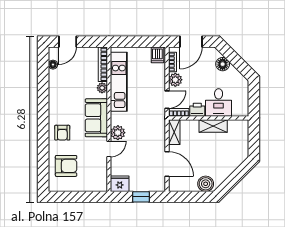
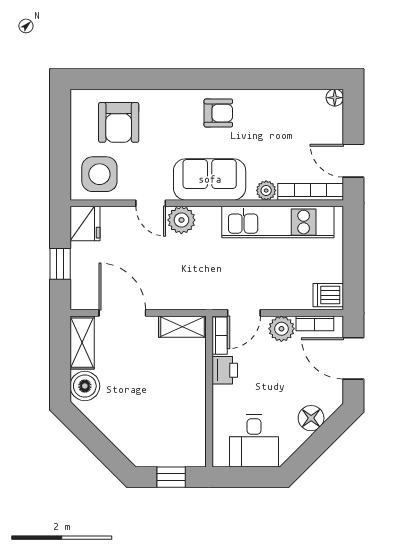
door: (68, 42) -> (353, 161), moved
floor lamp: (53, 65) -> (335, 98), moved
door: (167, 100) -> (244, 313), hinge flipped
desk: (219, 102) -> (254, 441), moved, turned -90
shelving: (213, 126) -> (82, 343), moved
armchair: (62, 133) -> (218, 113), moved, turned 180
window: (254, 138) -> (171, 477), added
door: (167, 164) -> (122, 313), swing flipped
side table: (94, 176) -> (99, 174), added

